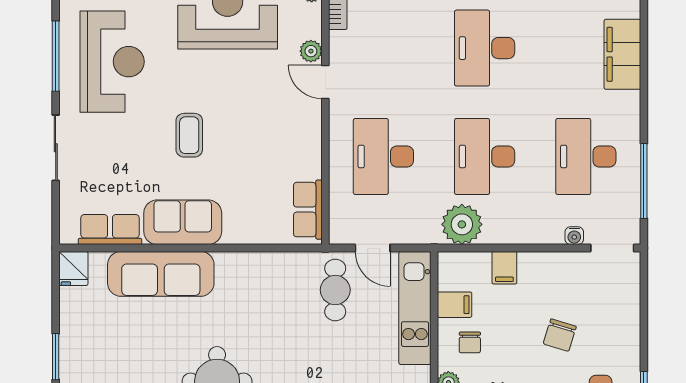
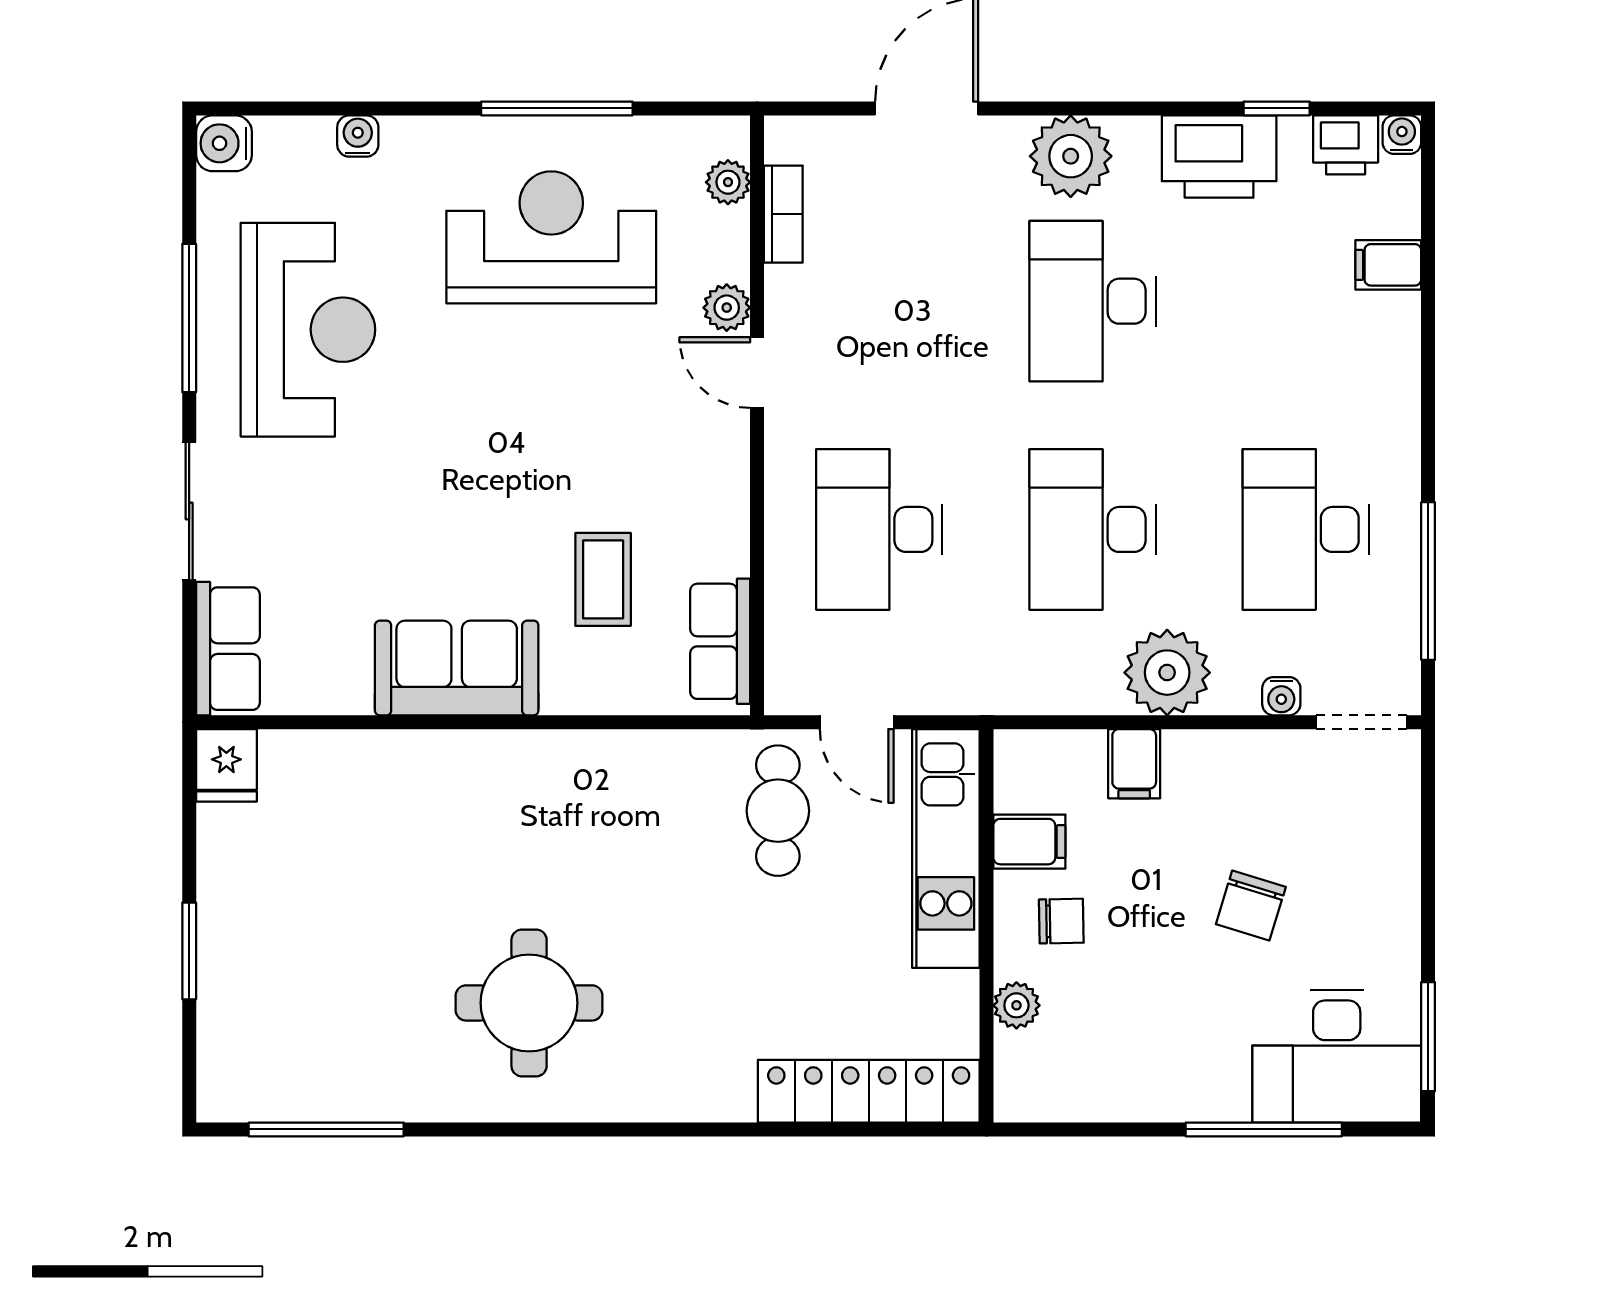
filing cabinet: (622, 54) -> (1388, 265), width x0.33, depth x0.86
coffee table: (189, 135) -> (603, 579), moved
plant: (462, 224) -> (1167, 673), moved
row of seats: (110, 230) -> (228, 649), moved, turned 90
sofa: (161, 274) -> (411, 777), removed
chair: (470, 342) -> (1061, 921), turned -91

